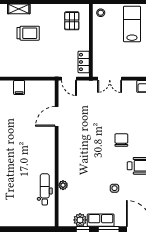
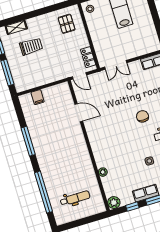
door: (57, 116) -> (79, 113), swing flipped
dental chair: (45, 189) -> (75, 198), moved, turned 90
plant: (80, 220) -> (114, 203), moved

